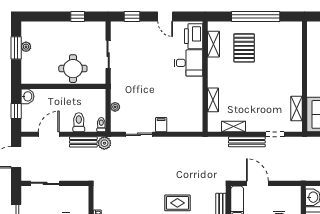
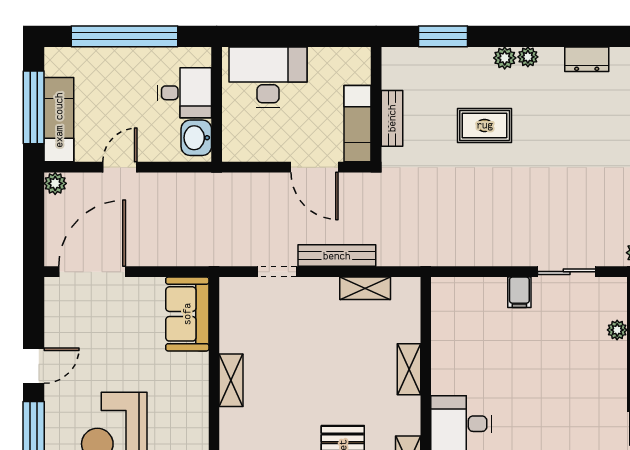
shelving: (213, 100) -> (409, 369), moved
shelving: (296, 108) -> (231, 380), moved

